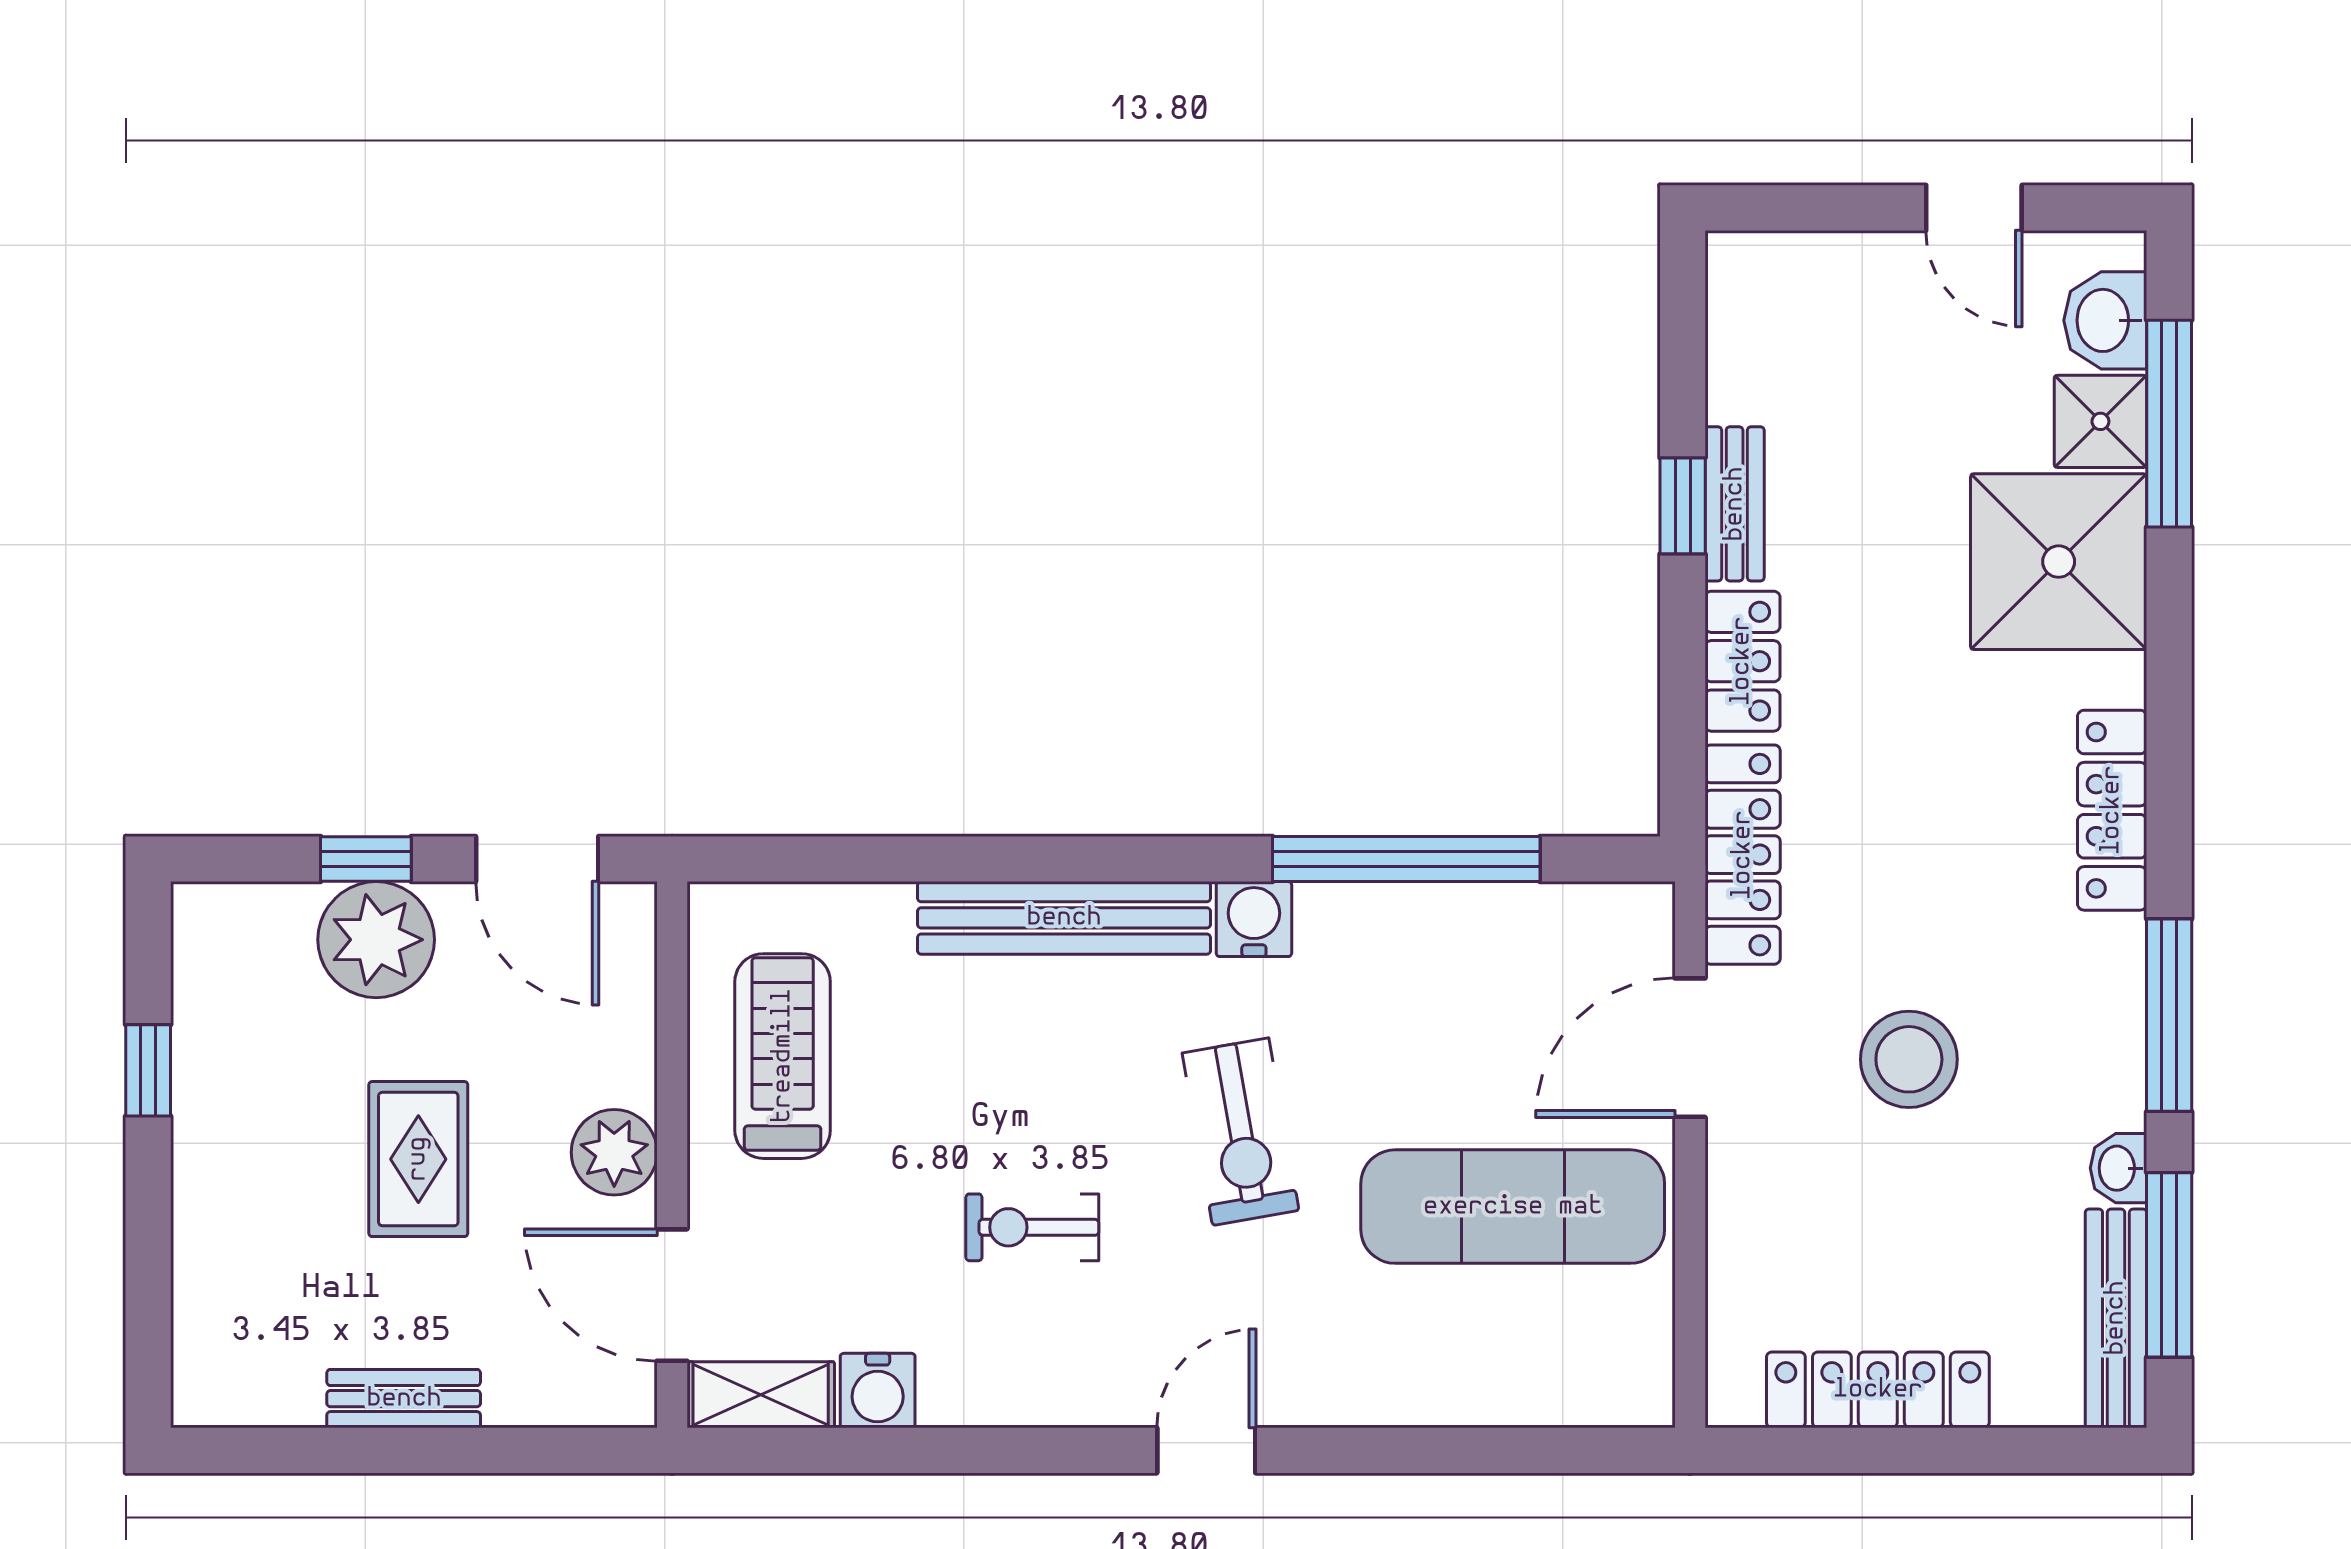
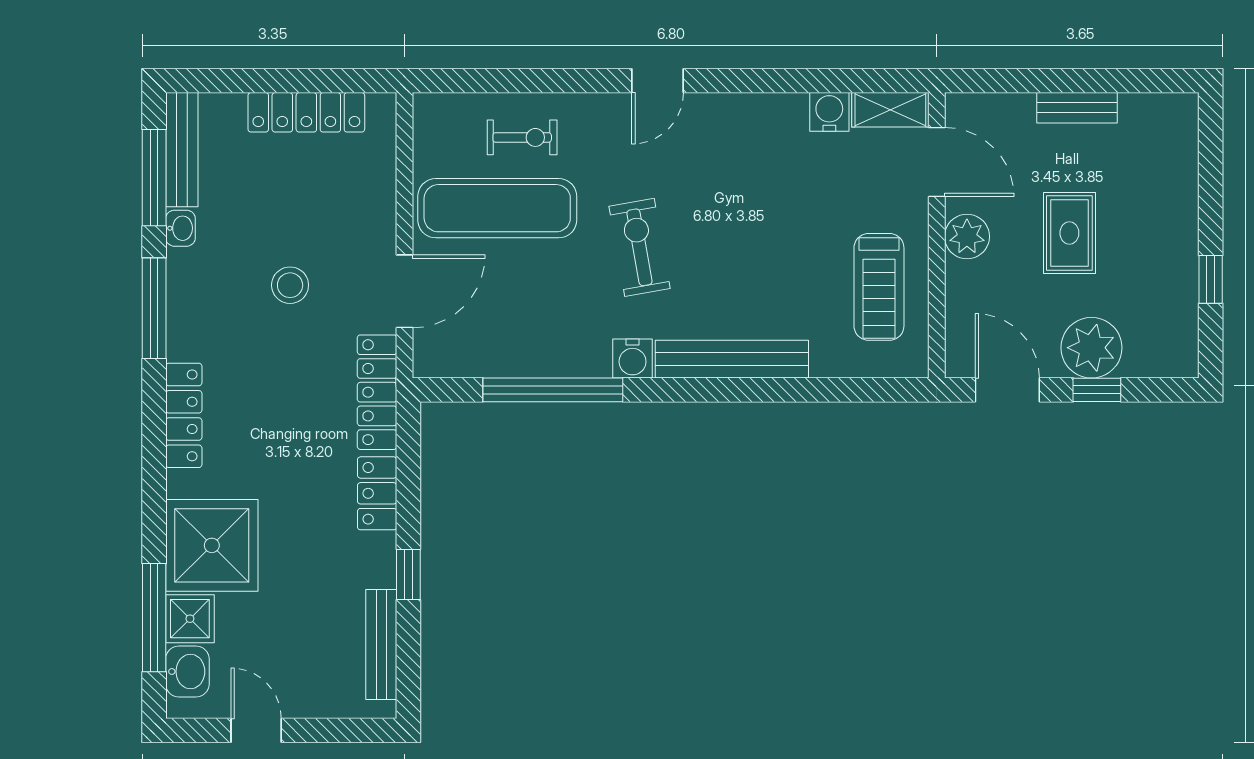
bench: (1735, 504) -> (381, 644), moved, width x1.36
stool: (1909, 1059) -> (290, 285), width x0.73, depth x0.73
exercise bike: (1032, 1227) -> (522, 137), moved

